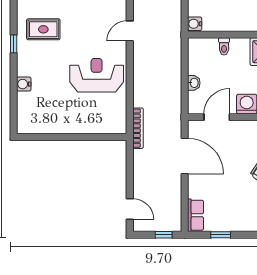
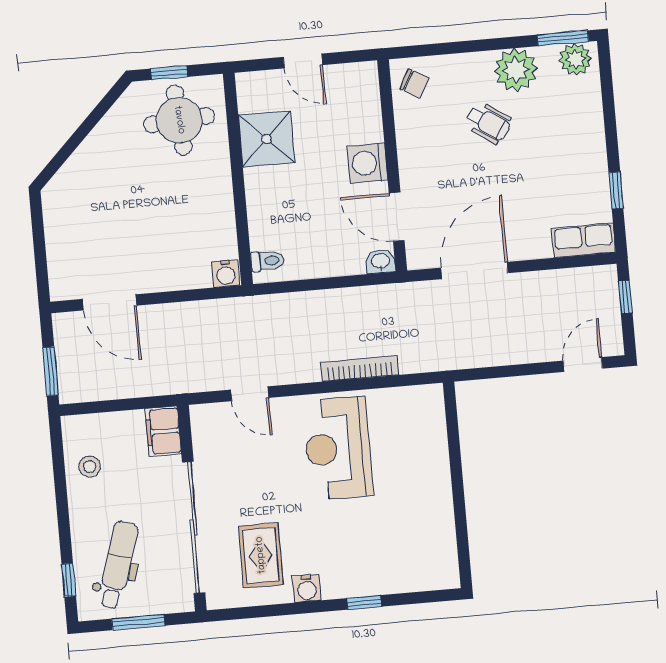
window: (14, 44) -> (364, 602), moved
toilet: (224, 46) -> (267, 261), moved
washbasin: (194, 83) -> (380, 261), moved
water cooler: (24, 84) -> (307, 588), moved
bookcase: (138, 128) -> (360, 368), moved

